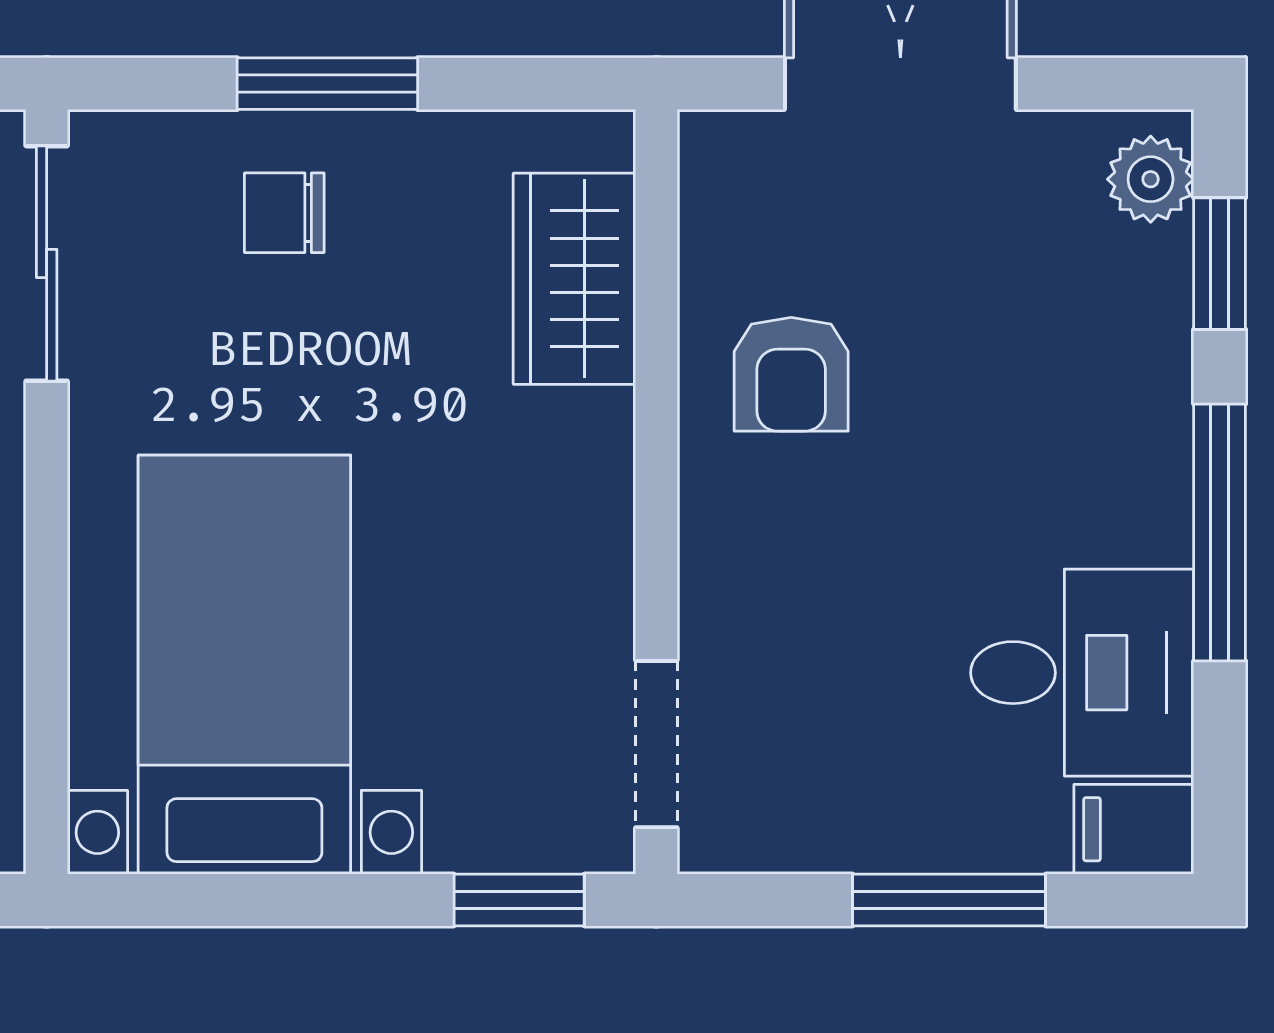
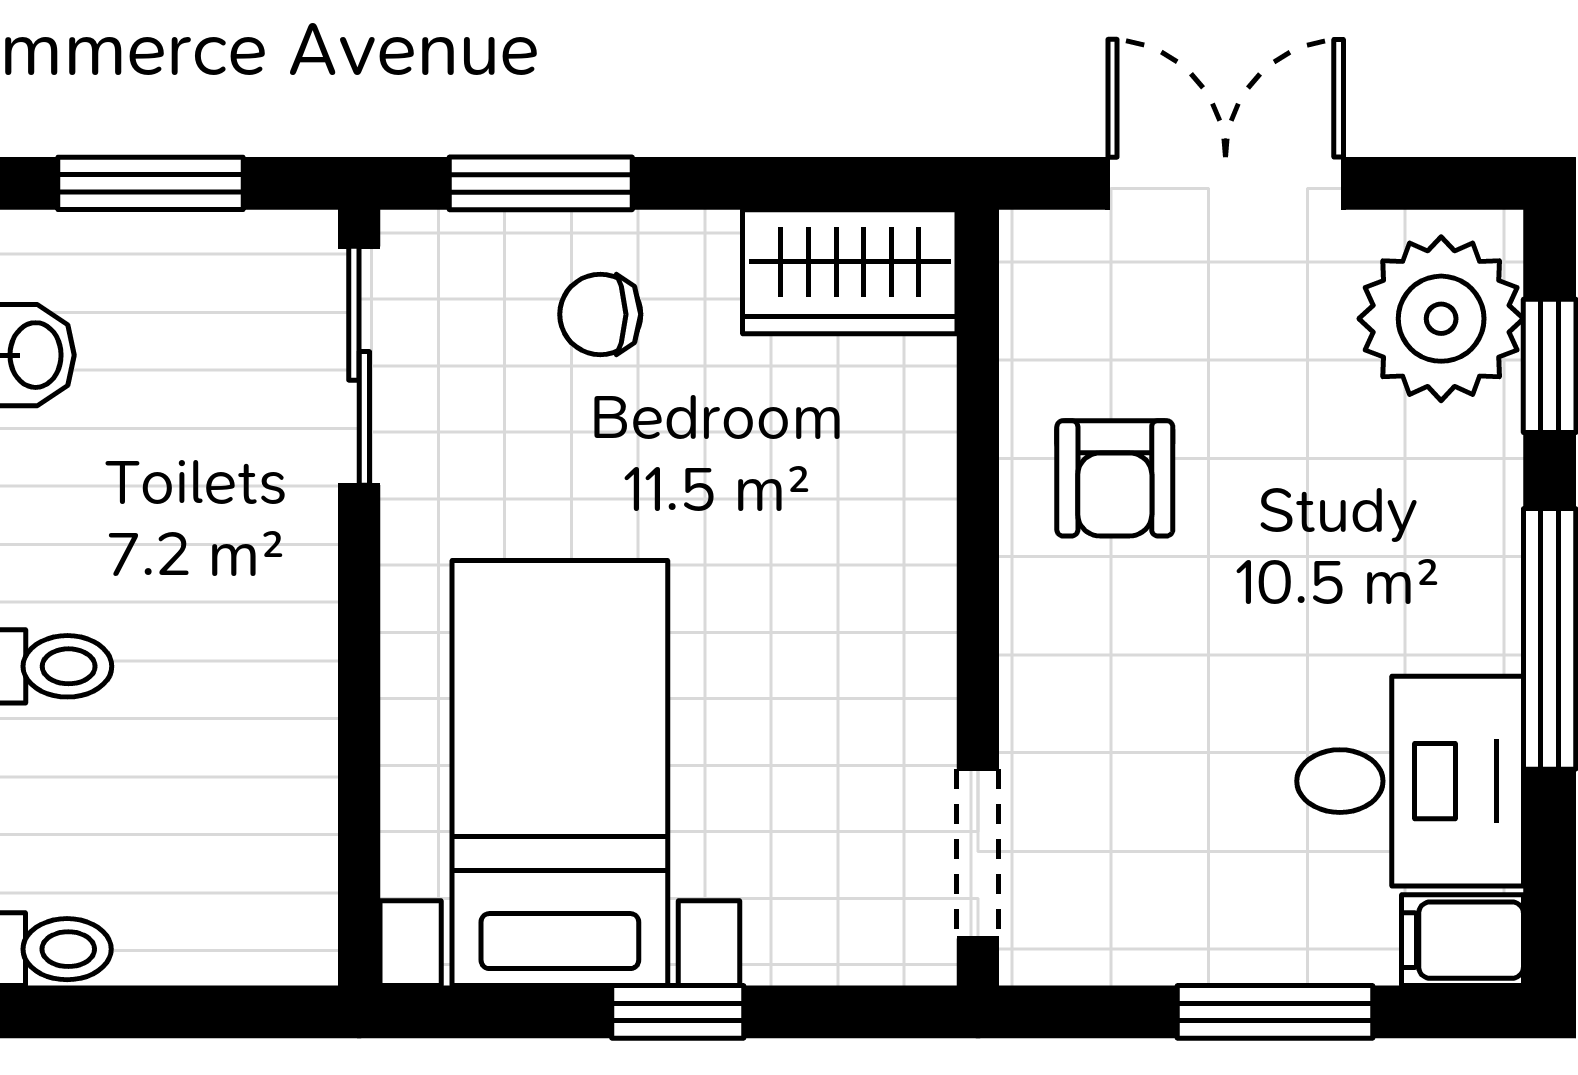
window: (327, 84) -> (541, 183), moved
plant: (1151, 179) -> (1441, 319), width x1.87, depth x1.87
wardrobe: (574, 279) -> (850, 272), moved, turned -90
window: (519, 900) -> (678, 1012), moved

